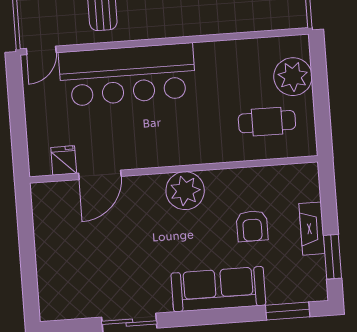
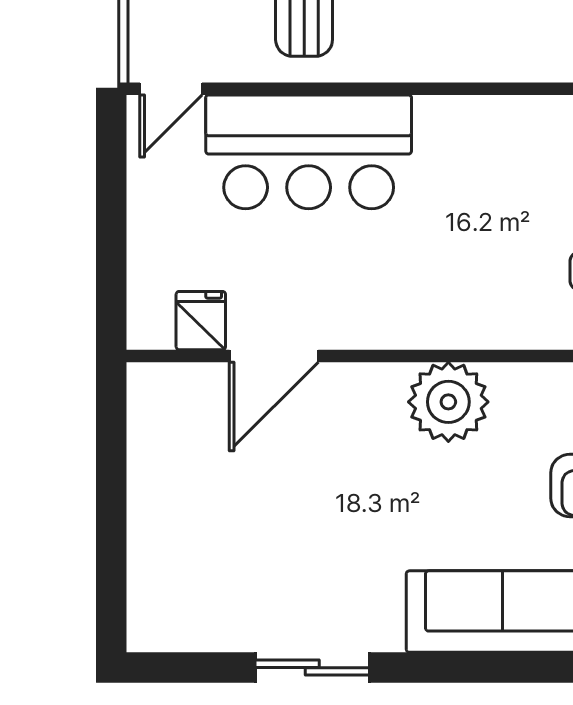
bar counter: (127, 75) -> (309, 152), width x0.73

